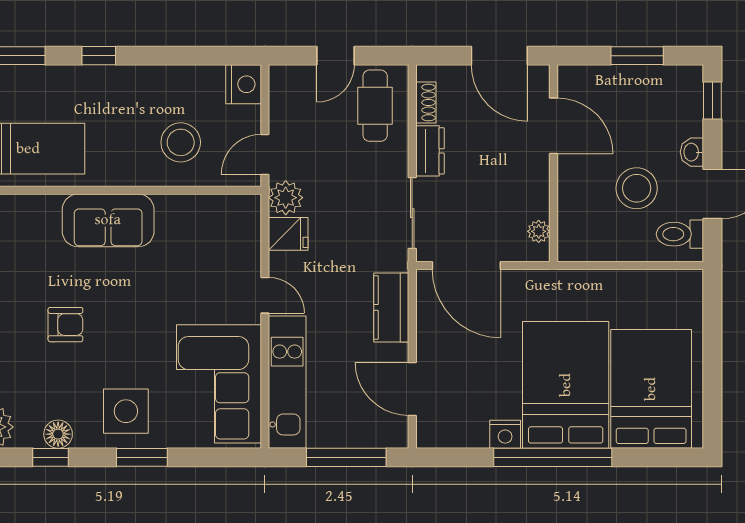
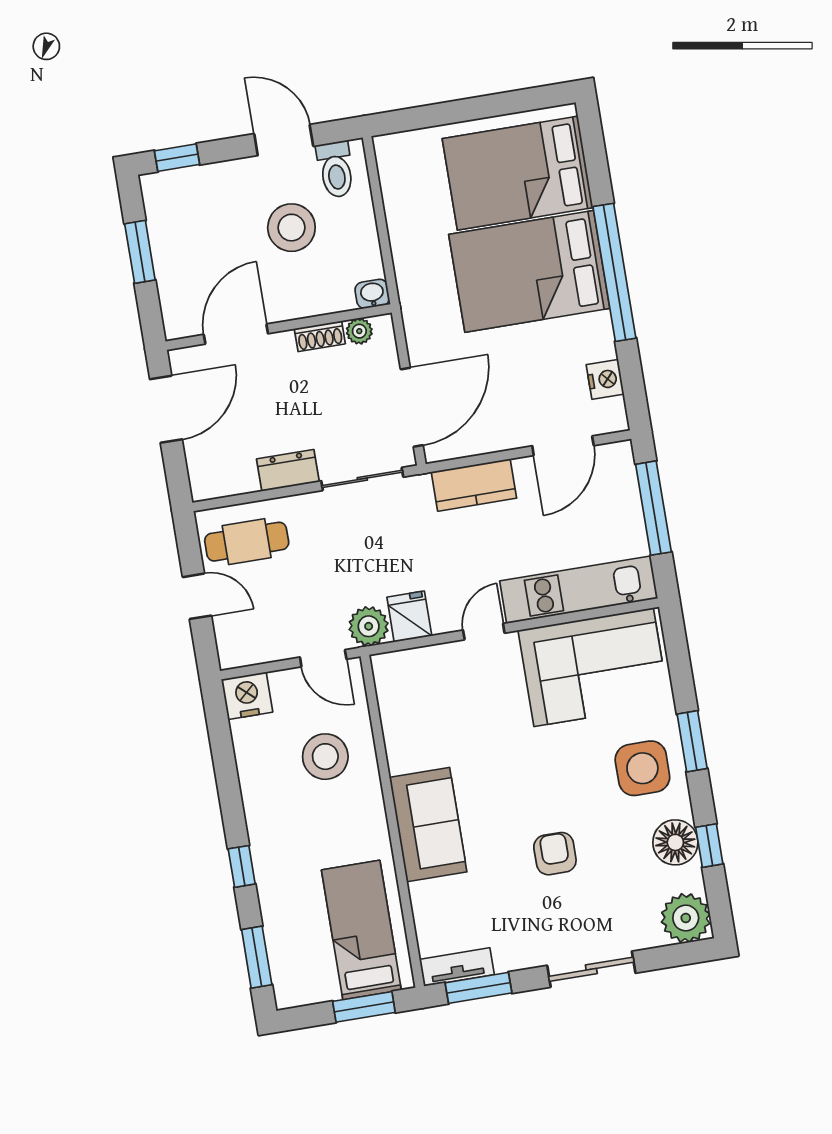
shoe rack: (426, 103) -> (320, 336), moved, turned 180
washbasin: (692, 152) -> (372, 294), moved, turned 180
floor lamp: (58, 434) -> (675, 842), width x1.38, depth x1.38
nightstand: (505, 434) -> (605, 379), moved

